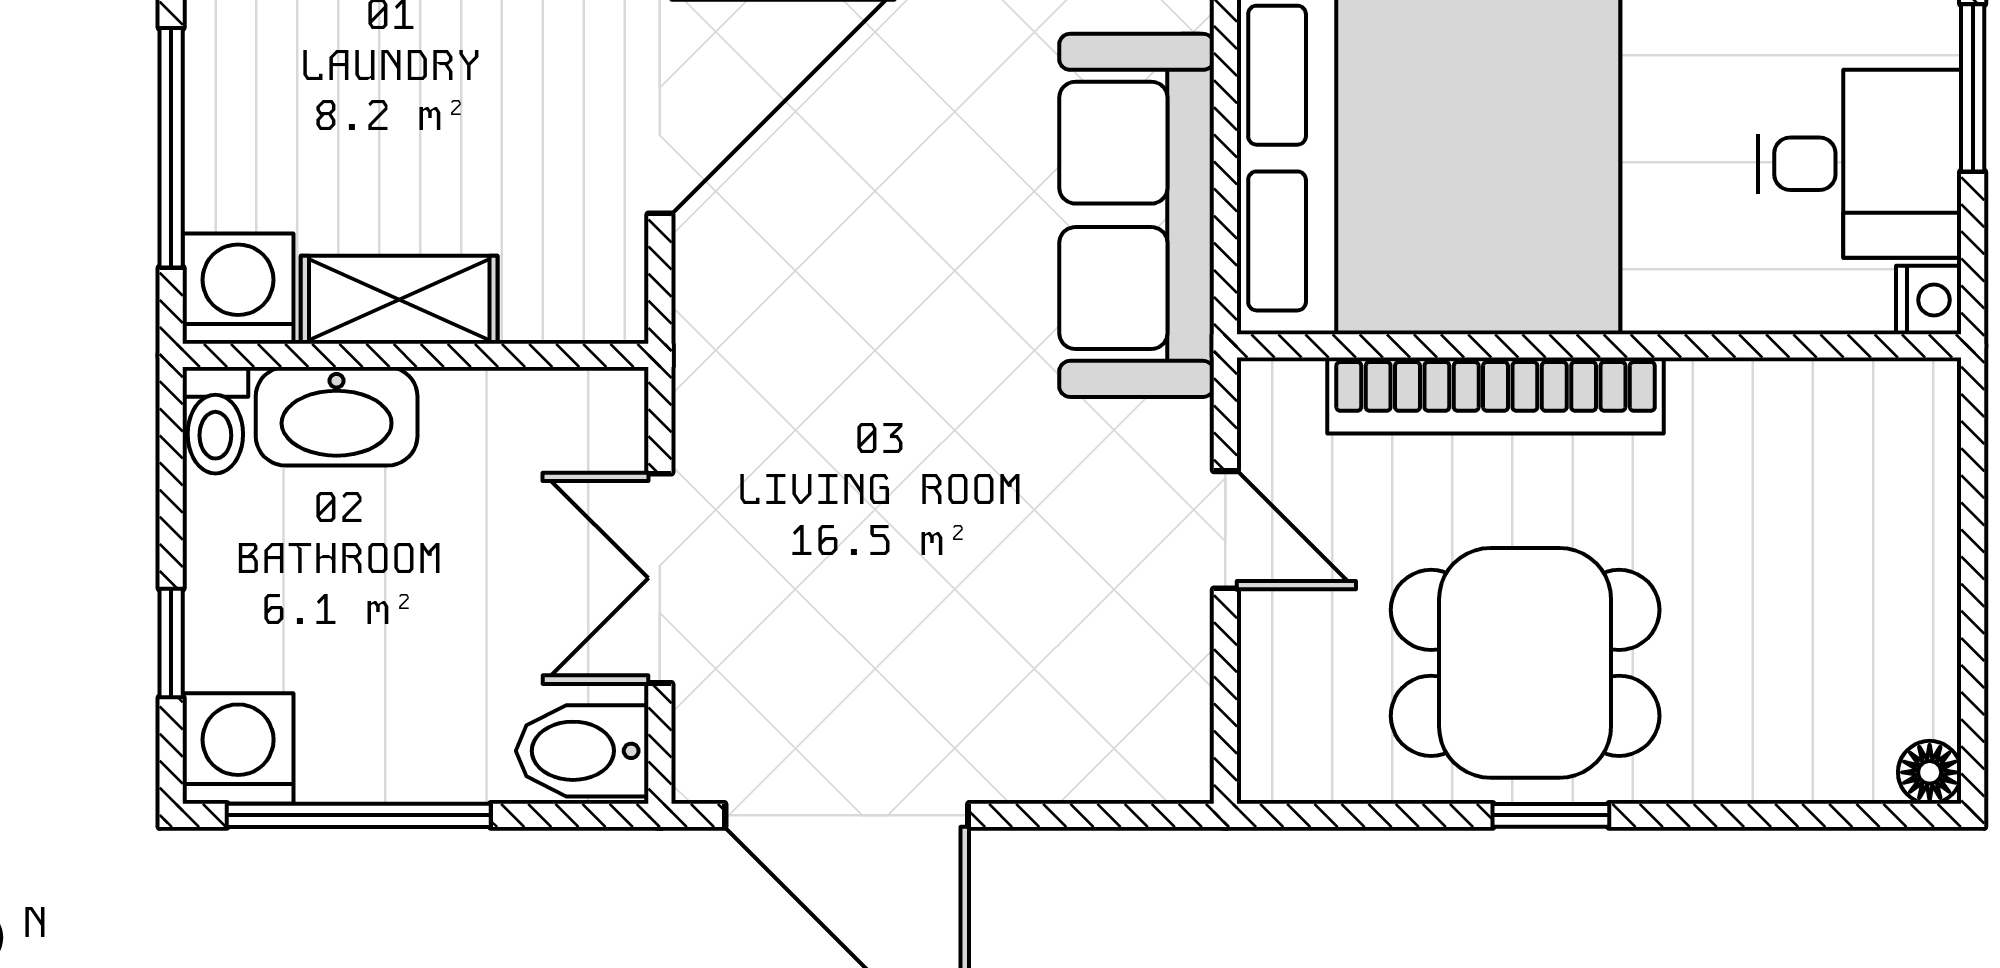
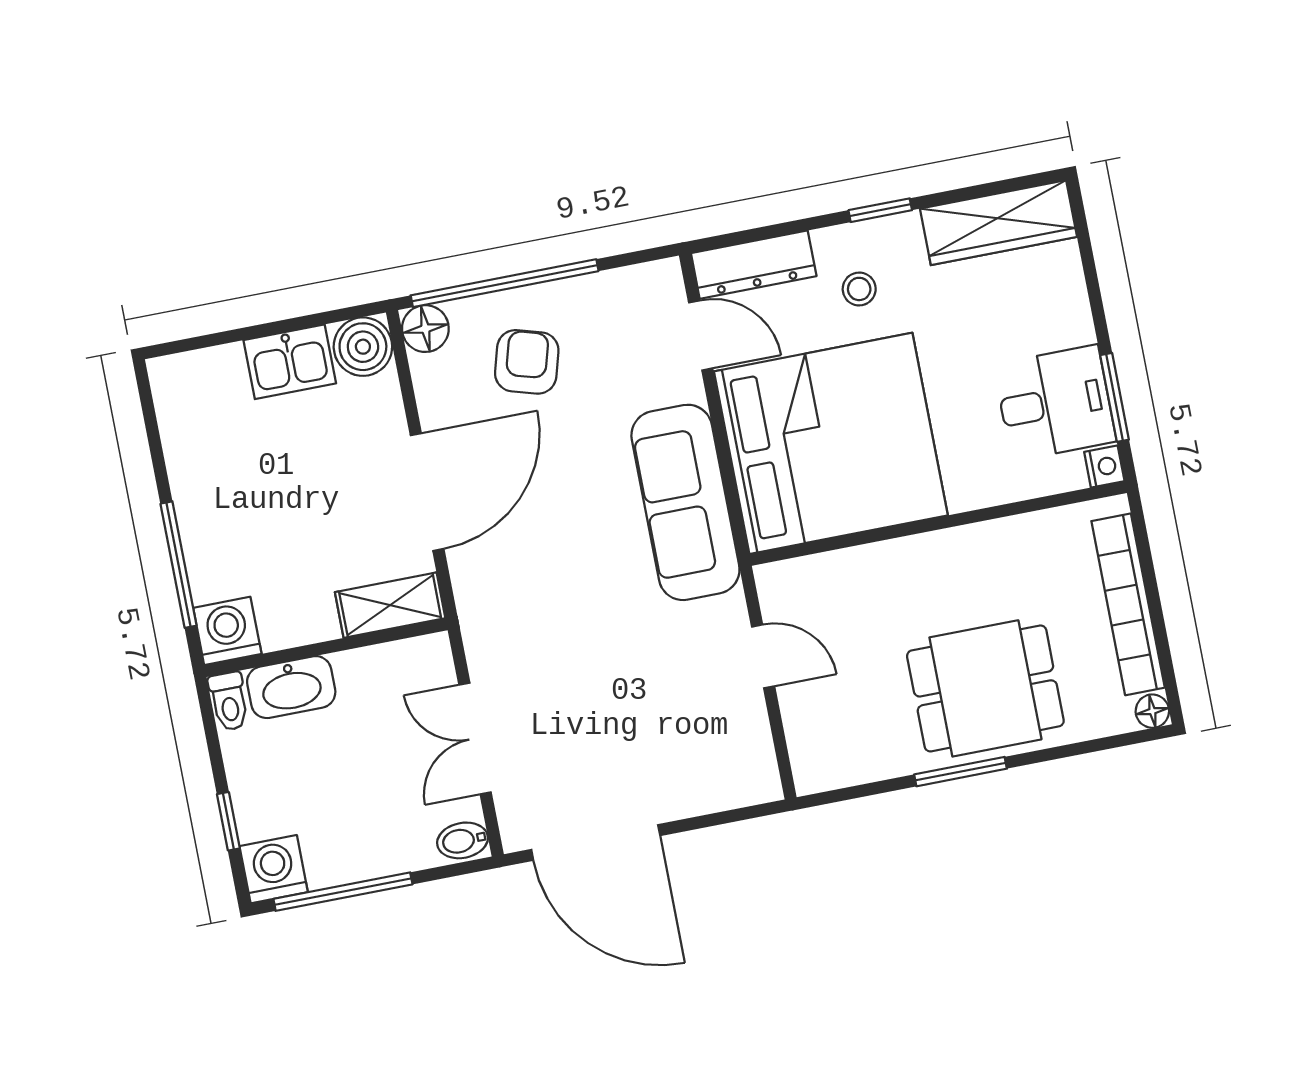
window: (1973, 88) -> (1115, 397), moved
shelving: (399, 300) -> (390, 605), moved
bookcase: (1496, 396) -> (1128, 604), moved, turned 90
dining table: (1525, 663) -> (985, 688), moved
bidet: (582, 751) -> (463, 840), width x0.72, depth x0.74
window: (1551, 815) -> (960, 772), width x1.50

